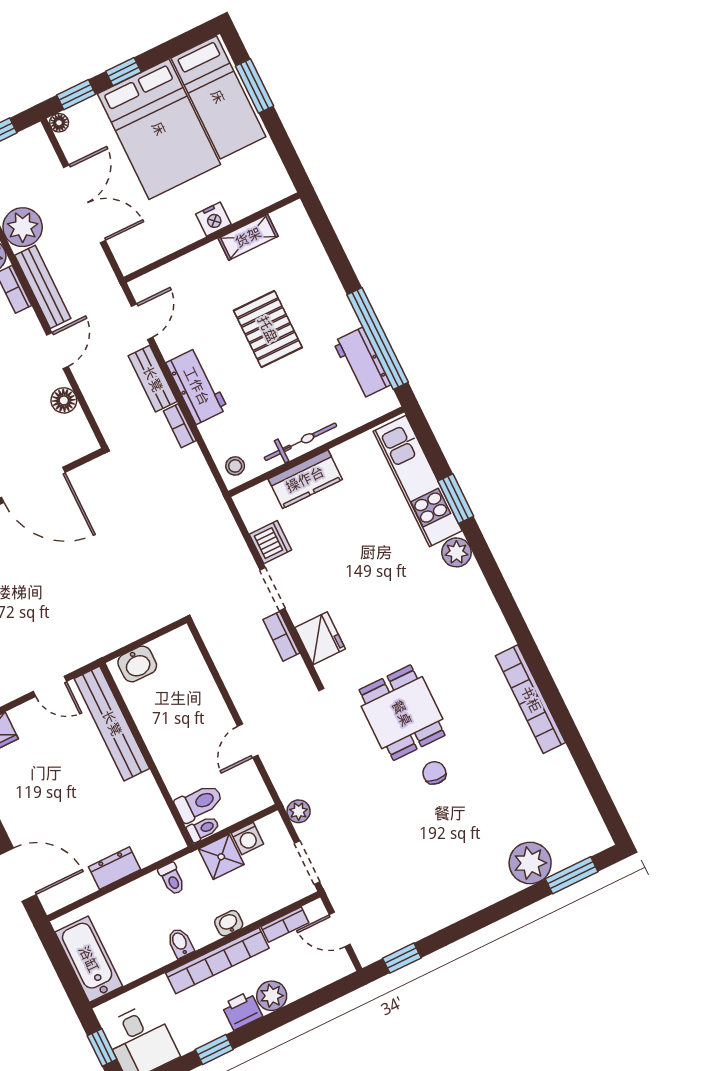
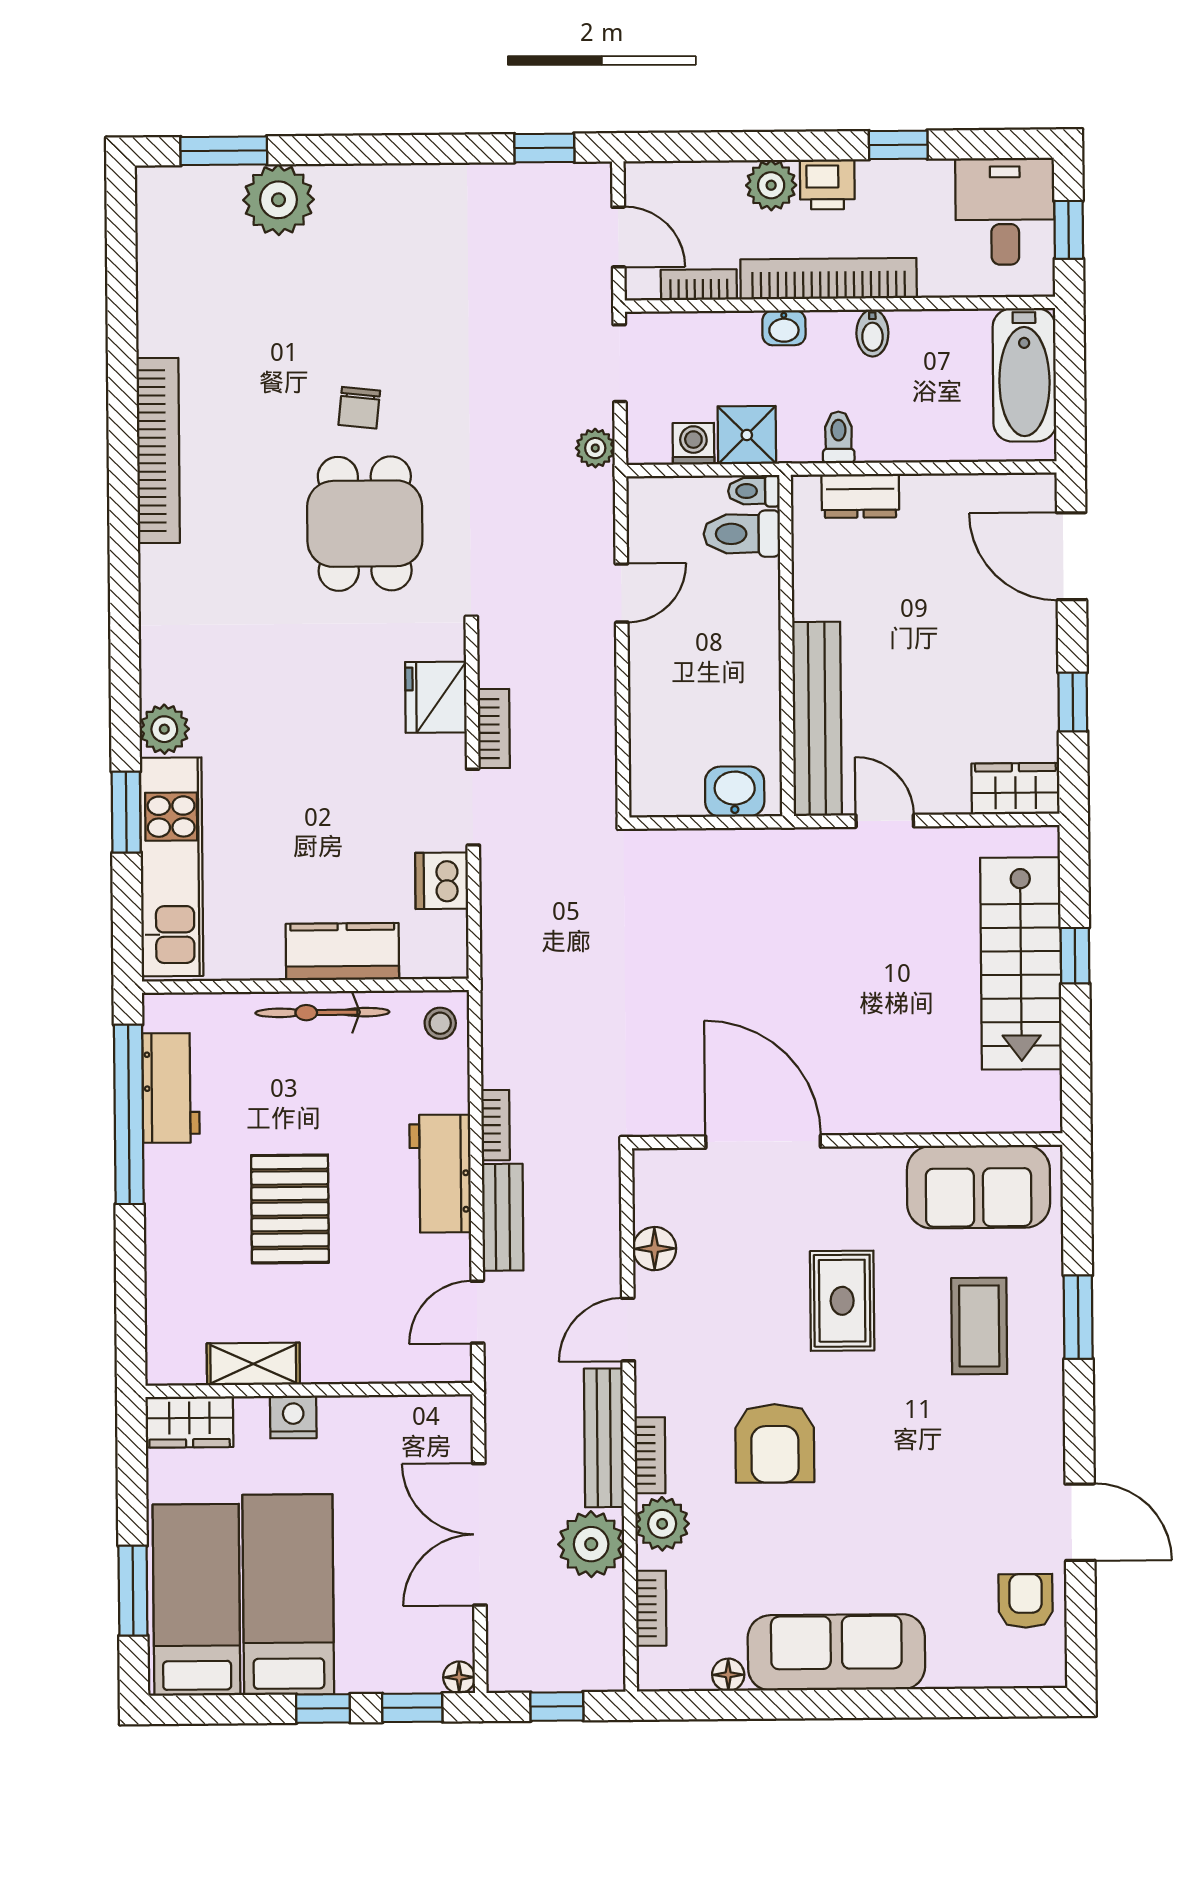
bed: (159, 129) -> (288, 1595), width x0.67
wardrobe: (267, 190) -> (189, 1422), added
dresser: (115, 868) -> (860, 496), moved

